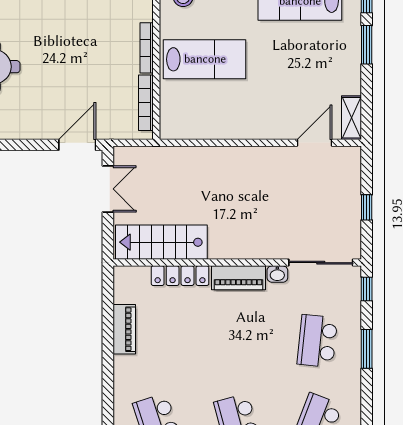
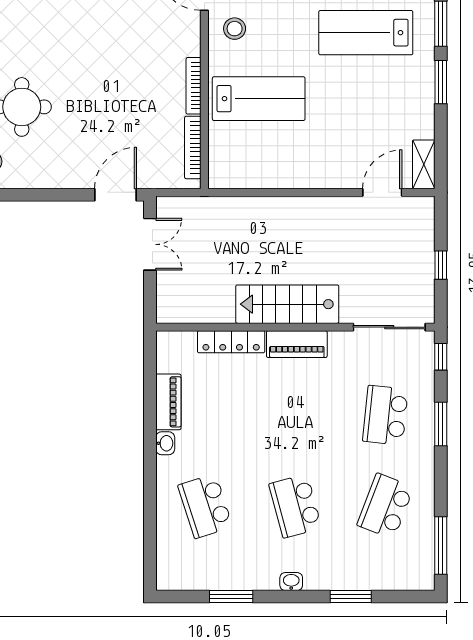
stairs: (161, 242) -> (287, 304), moved
washbasin: (277, 274) -> (165, 443), moved, turned -90

